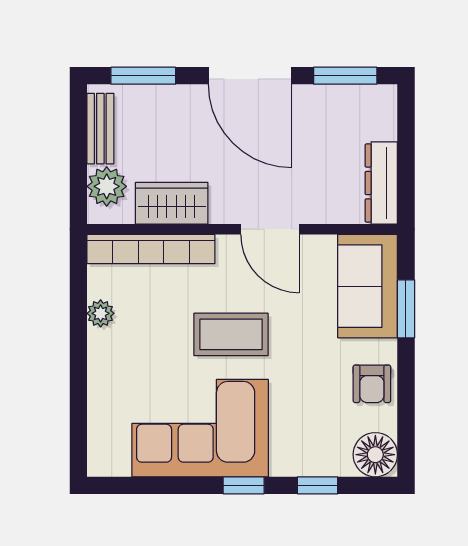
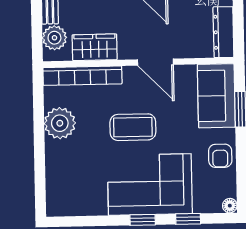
plant: (101, 313) -> (60, 123), width x1.87, depth x1.87
corner sofa: (200, 428) -> (150, 185), moved
floor lamp: (375, 455) -> (230, 206), width x0.53, depth x0.53

